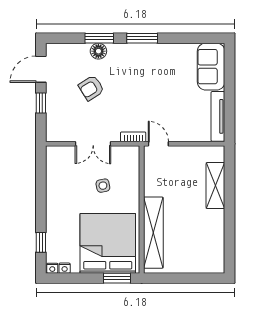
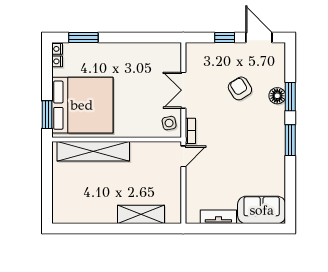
tv unit: (218, 116) -> (218, 217), width x0.71
side table: (103, 186) -> (169, 123), moved
window: (41, 242) -> (83, 37), width x1.50

